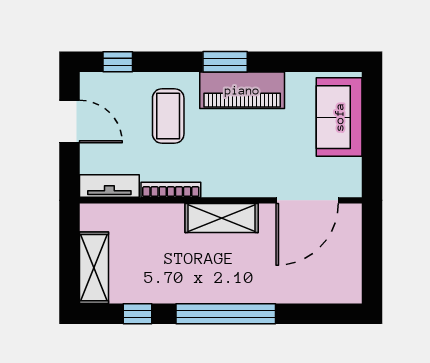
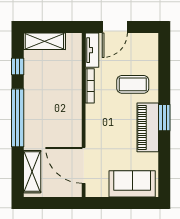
window: (118, 62) -> (164, 55), removed
door: (69, 122) -> (115, 27), moved
shelving: (222, 218) -> (32, 172), moved

